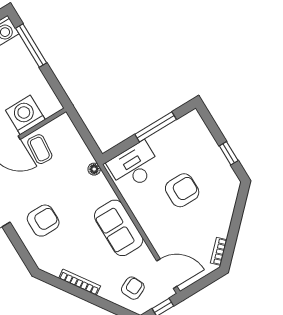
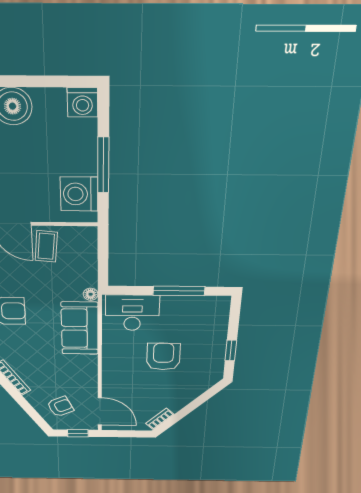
window: (31, 45) -> (103, 165), moved
washing machine: (25, 115) -> (79, 194), moved, turned -90
armchair: (182, 190) -> (163, 357), turned -90
sofa: (119, 228) -> (80, 328), moved

